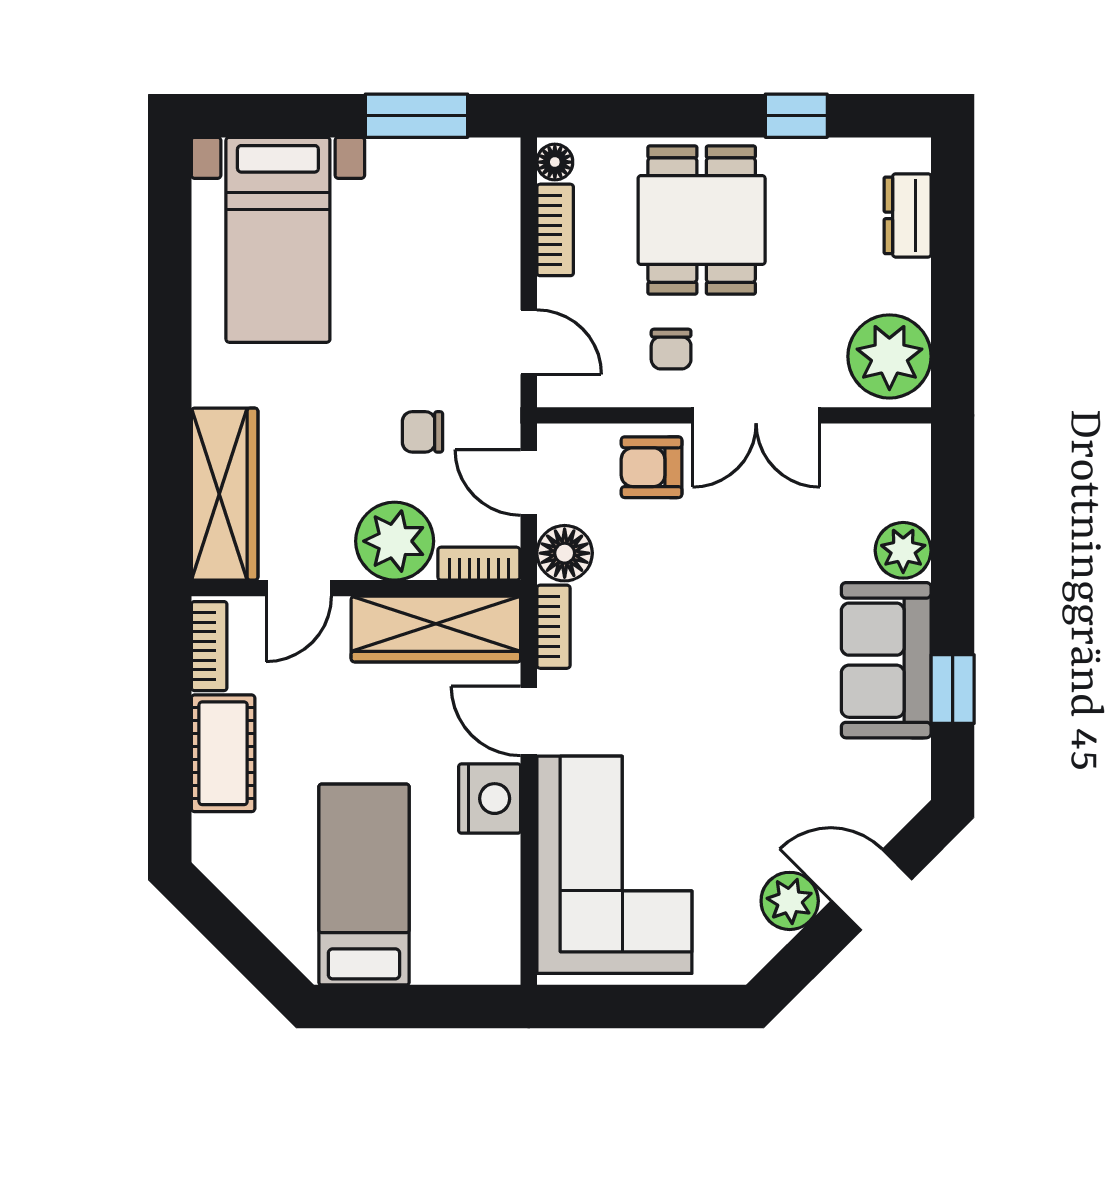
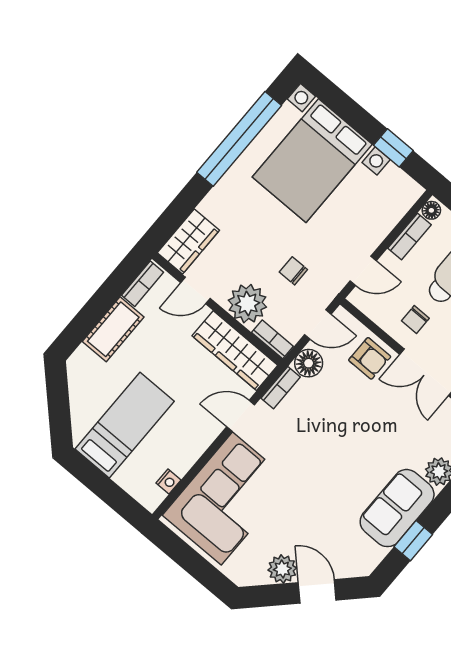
window: (416, 116) -> (393, 148), width x0.67
bed with nightstands: (278, 240) -> (312, 161), width x1.36
window: (170, 301) -> (239, 139), added
door: (529, 342) -> (363, 271), hinge flipped
armchair: (652, 467) -> (370, 358), turned 180
door: (529, 482) -> (318, 325), swing flipped
wardrobe: (225, 494) -> (188, 242), width x0.67
door: (529, 721) -> (241, 416), hinge flipped
nightstand: (490, 799) -> (169, 481), moved, width x0.53, depth x0.56

